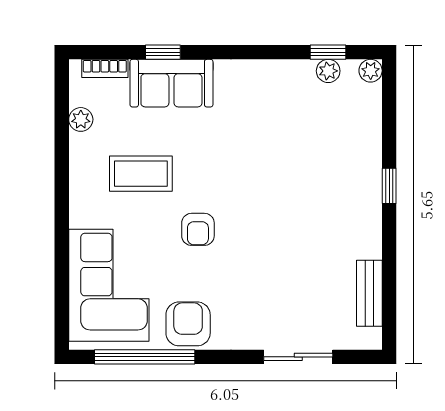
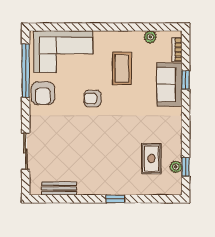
plant: (371, 71) -> (176, 189), removed
rug: (312, 117) -> (151, 159), added
armchair: (188, 324) -> (43, 93), turned 90

